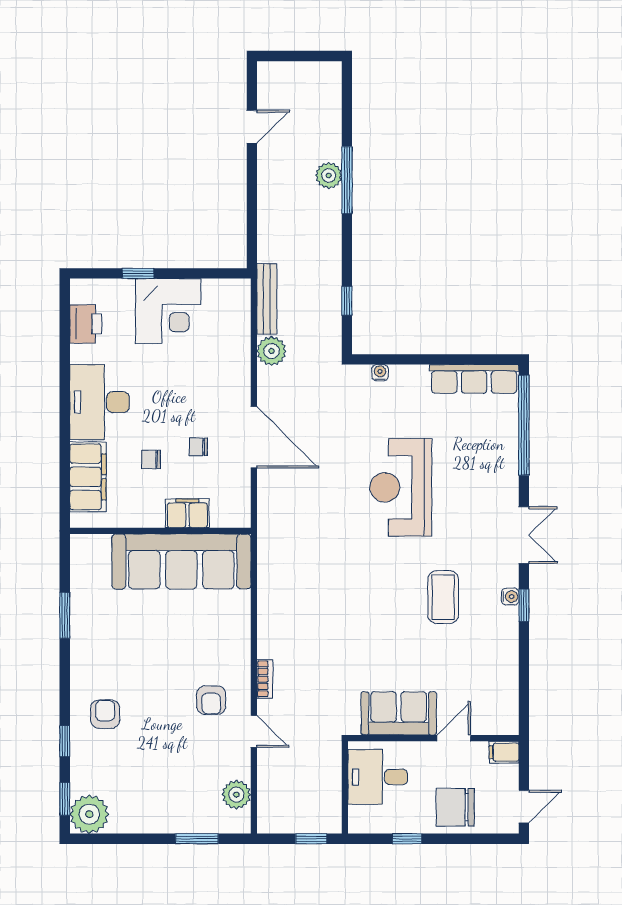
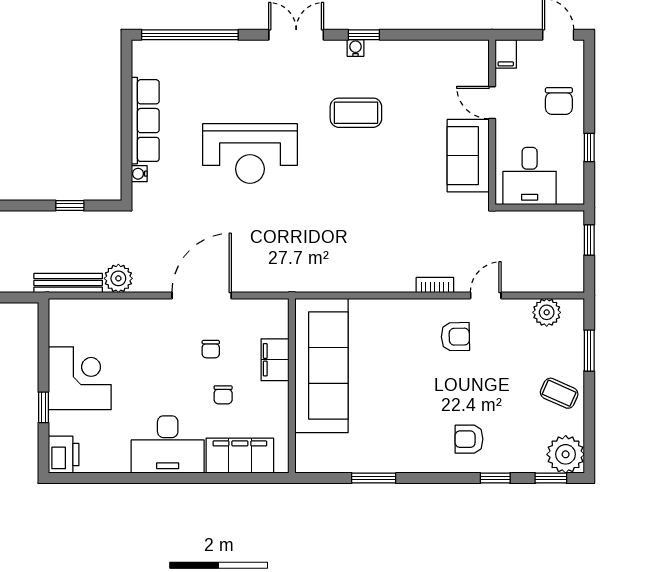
printer: (86, 324) -> (64, 455), moved, turned 90
row of seats: (474, 379) -> (145, 121), moved
chair: (455, 807) -> (559, 101), width x0.73, depth x0.73
coffee table: (153, 808) -> (559, 393), added

